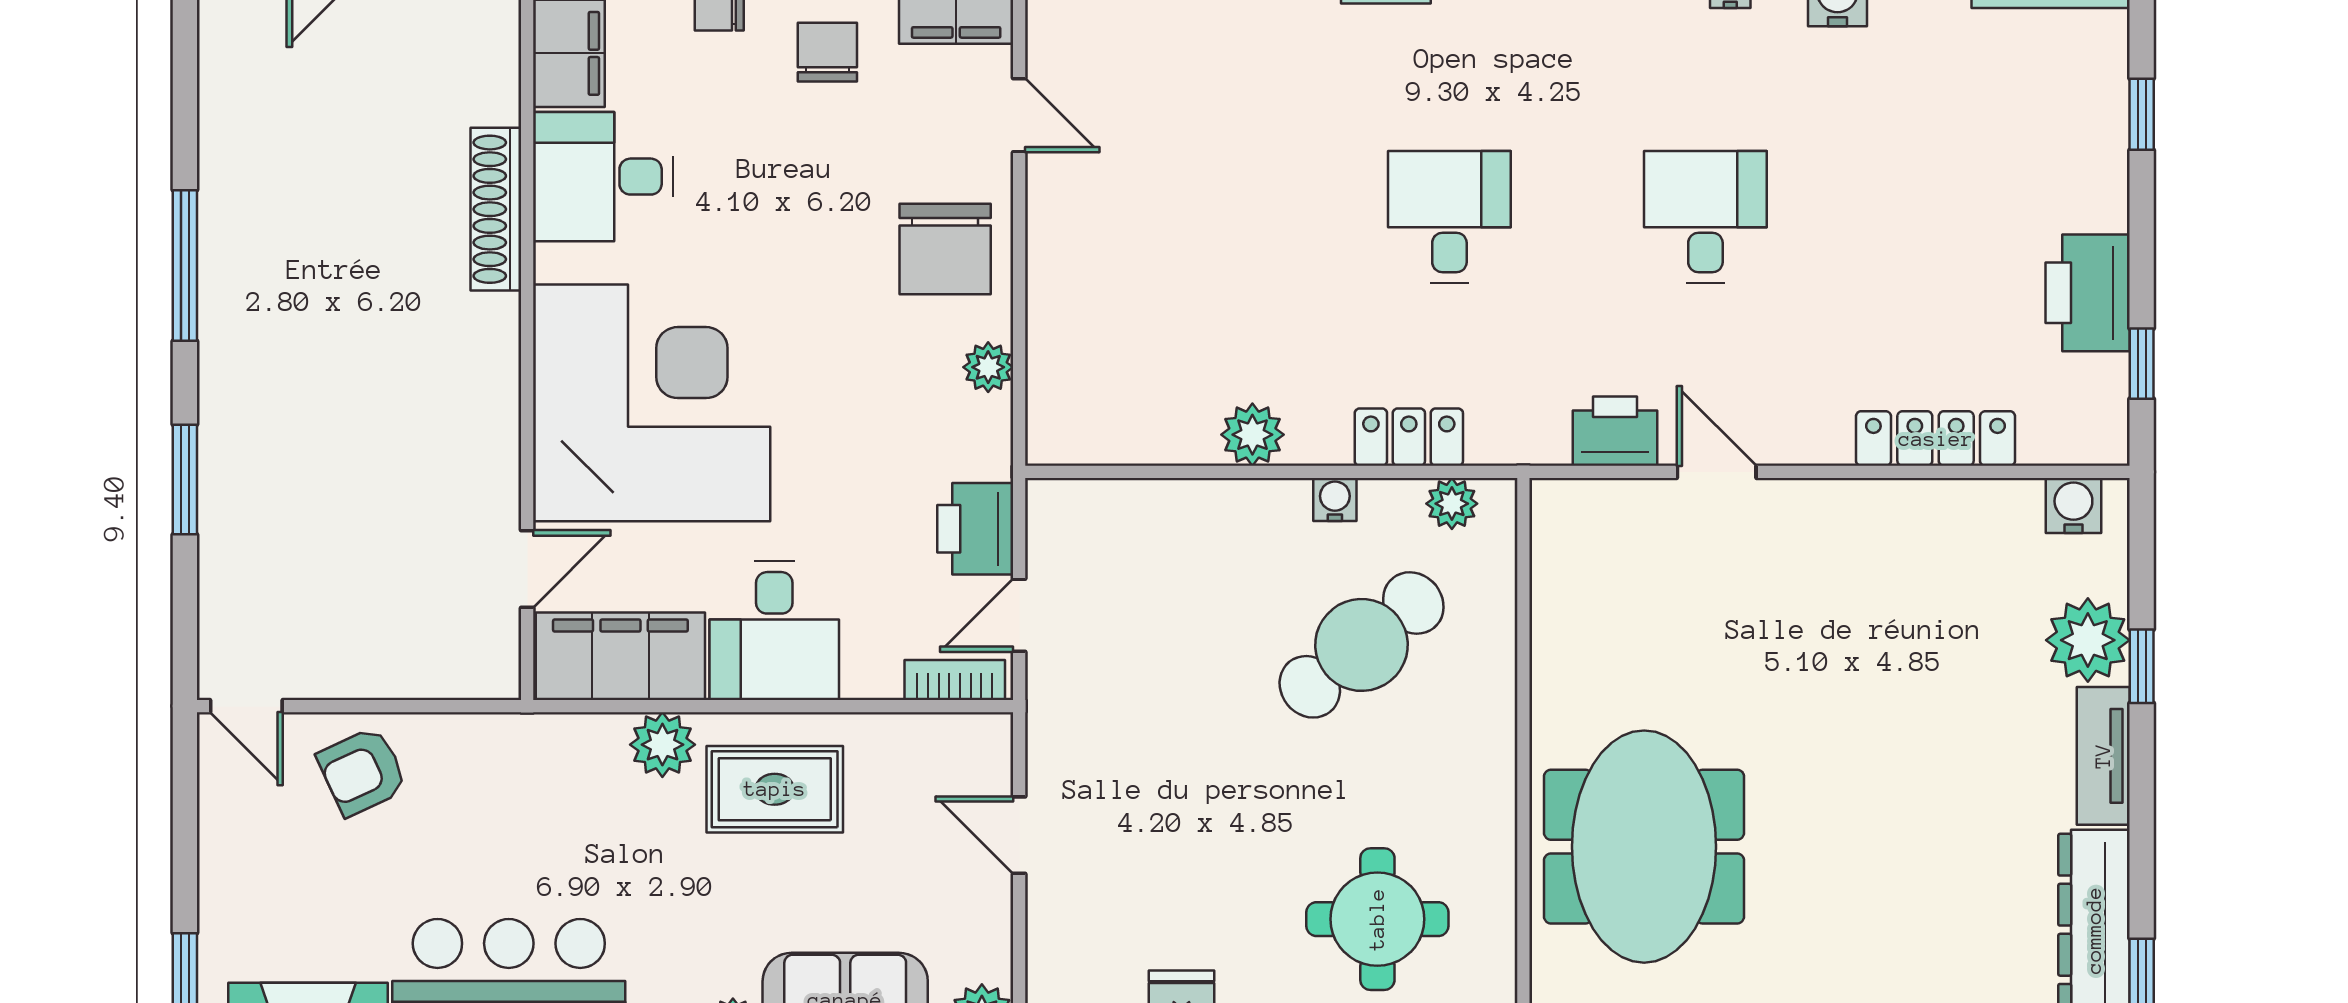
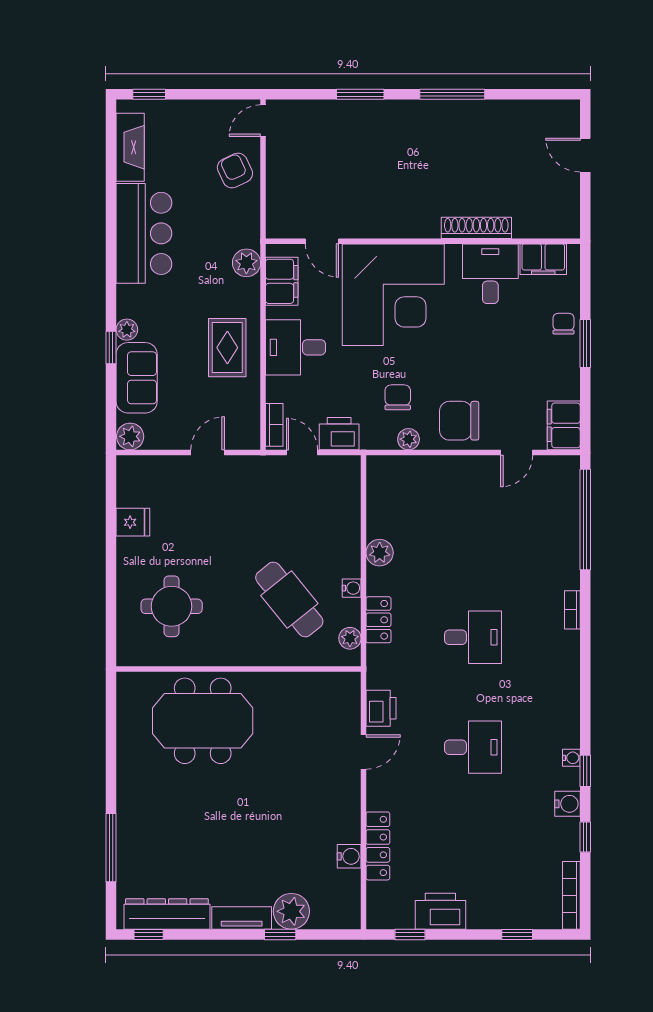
chair: (827, 52) -> (398, 397), moved, turned -90
water cooler: (2073, 506) -> (349, 856), moved
filing cabinet: (620, 656) -> (282, 281), width x0.67, depth x0.86
plant: (662, 745) -> (246, 263), moved

